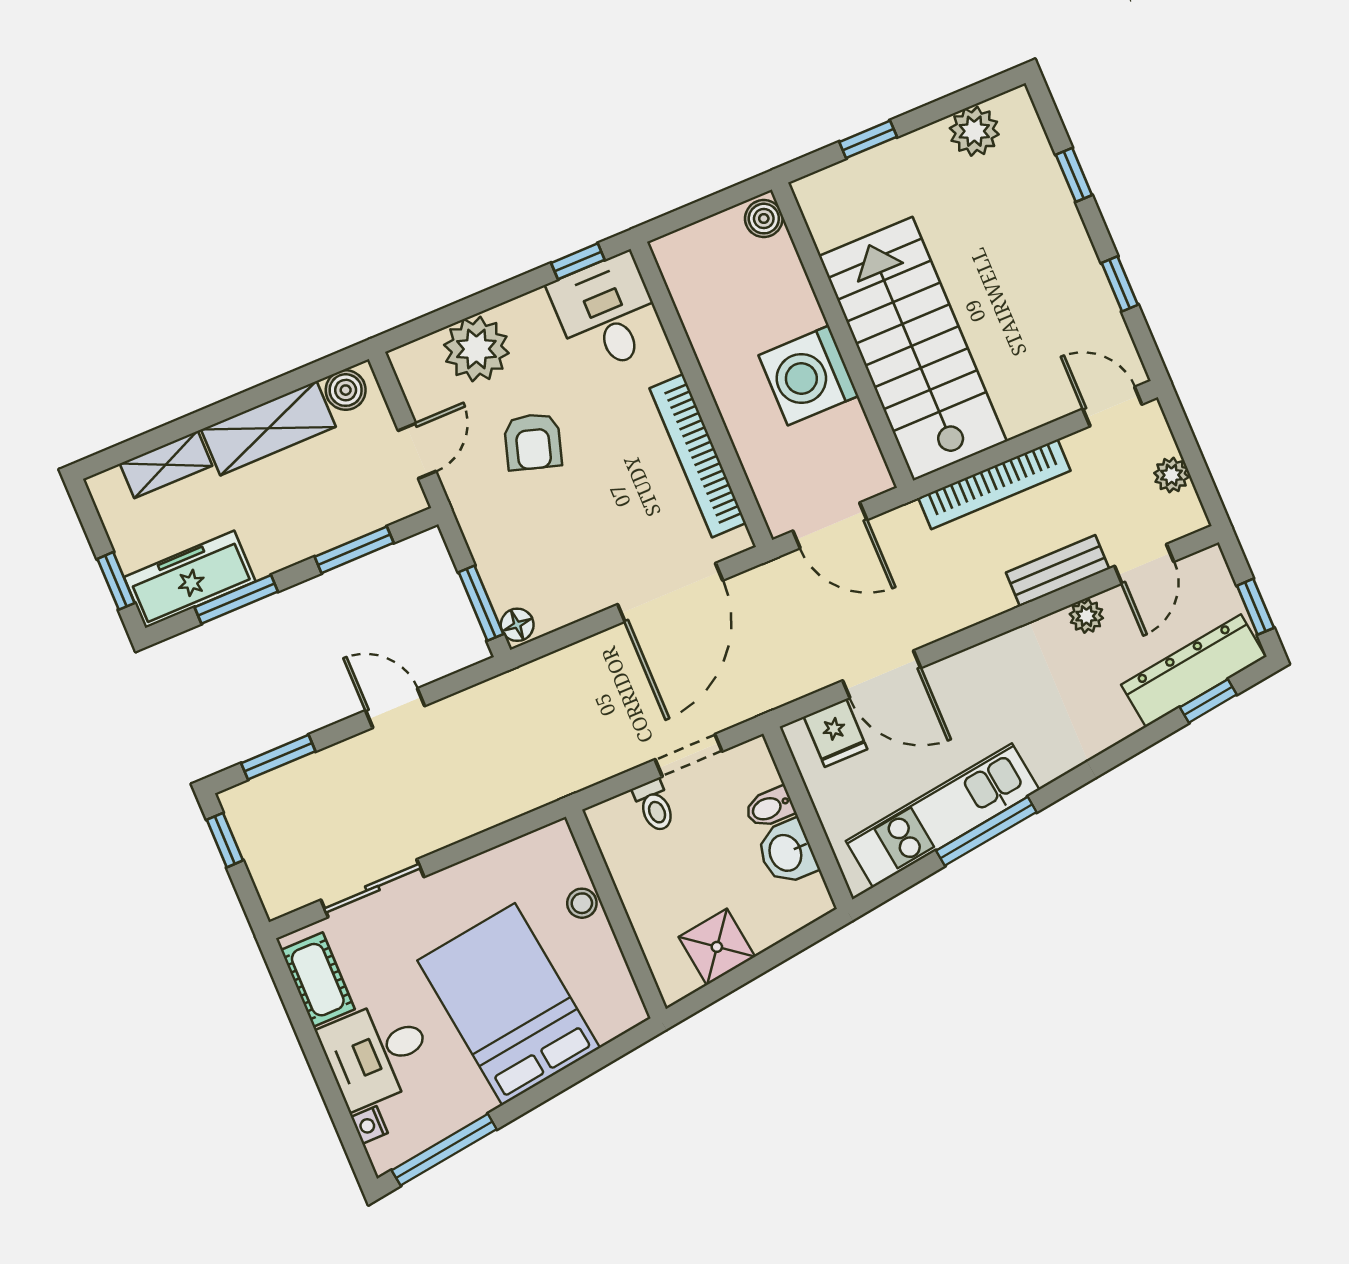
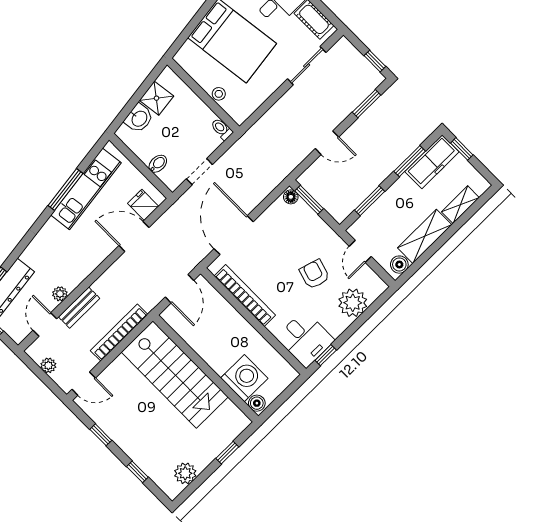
washing machine: (808, 376) -> (244, 378), moved
door: (830, 525) -> (180, 289), swing flipped
toilet: (654, 806) -> (222, 129), moved
washbasin: (787, 852) -> (139, 118), moved, turned 82

